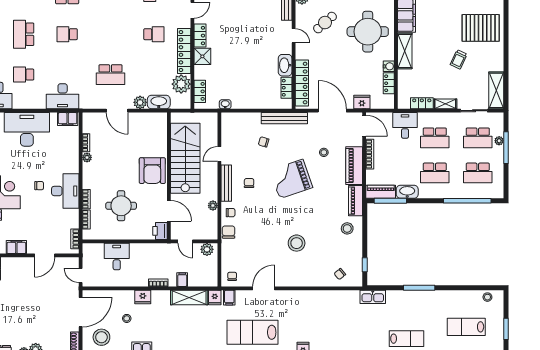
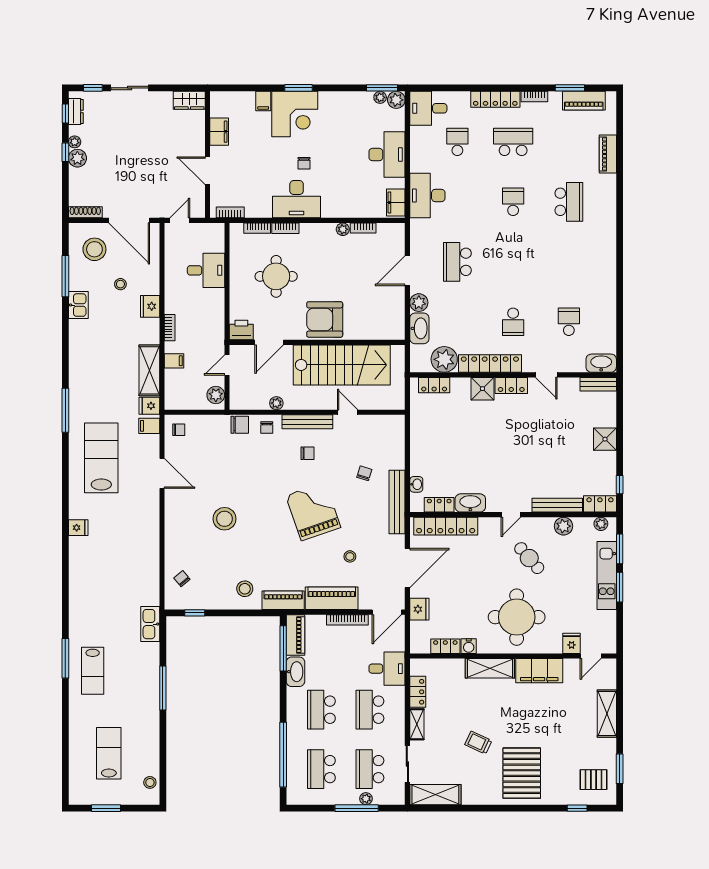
washbasin: (225, 104) -> (416, 484), moved
desk: (27, 129) -> (387, 155), width x0.73, depth x0.77

